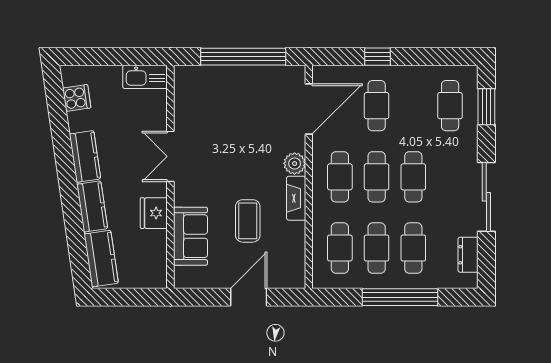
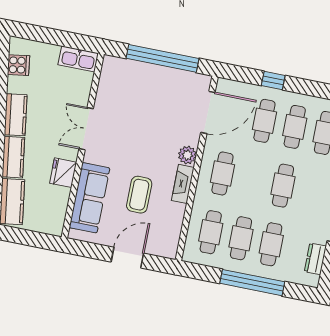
cafe table: (377, 177) -> (295, 127), moved
sofa: (190, 236) -> (89, 198), width x1.36

